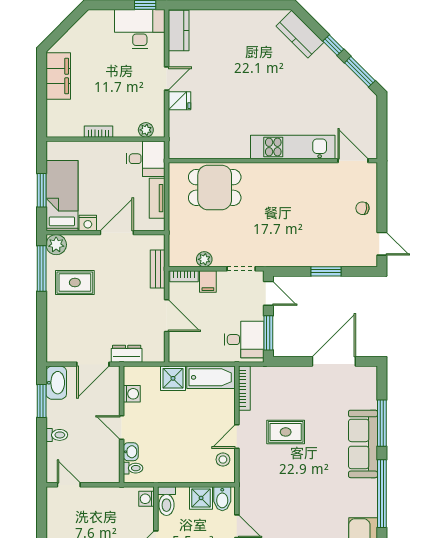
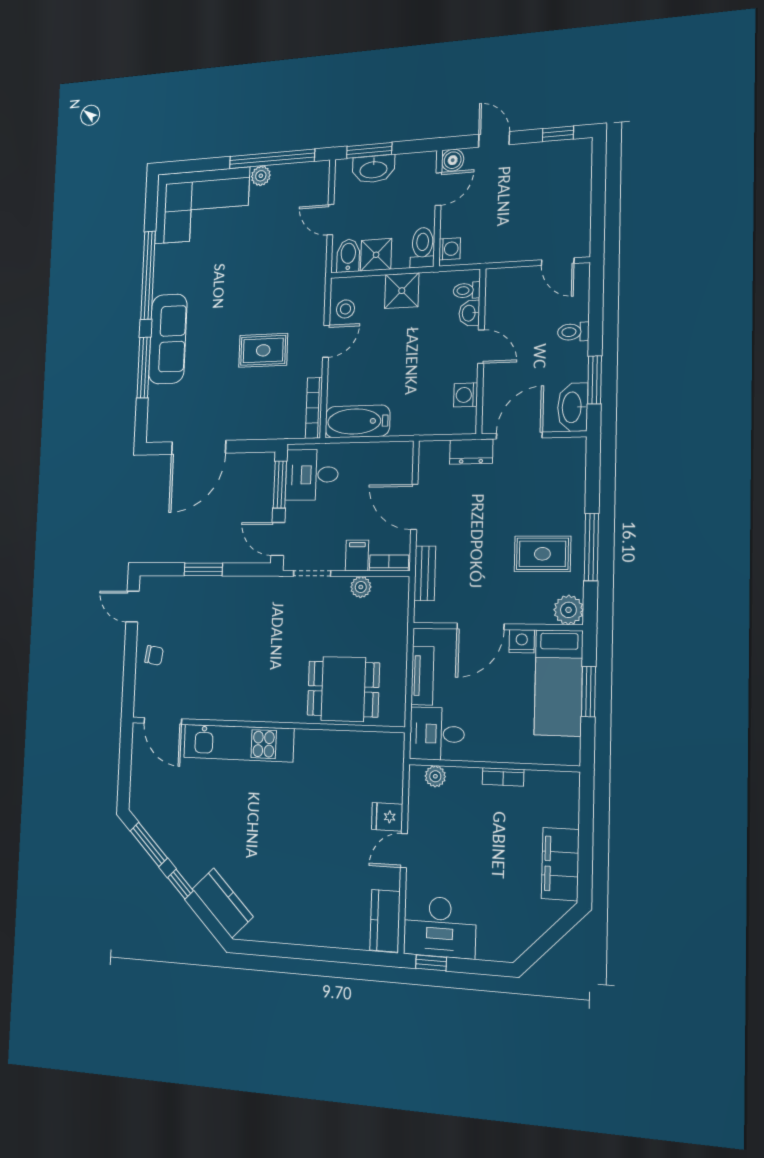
window: (42, 269) -> (591, 547), moved
shower: (173, 378) -> (402, 291), moved

